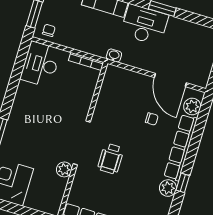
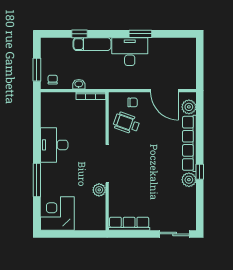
washbasin: (114, 55) -> (79, 84), moved
desk: (40, 64) -> (54, 145), moved
chair: (152, 119) -> (133, 102), moved
wheelchair: (111, 159) -> (126, 123), moved, turned 110

